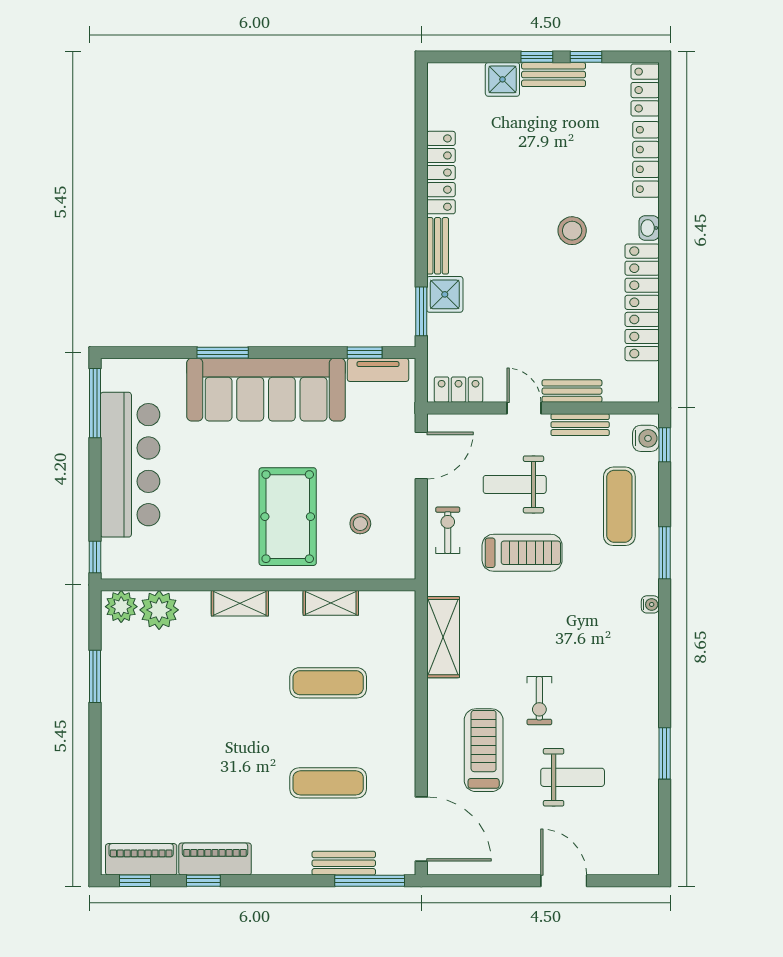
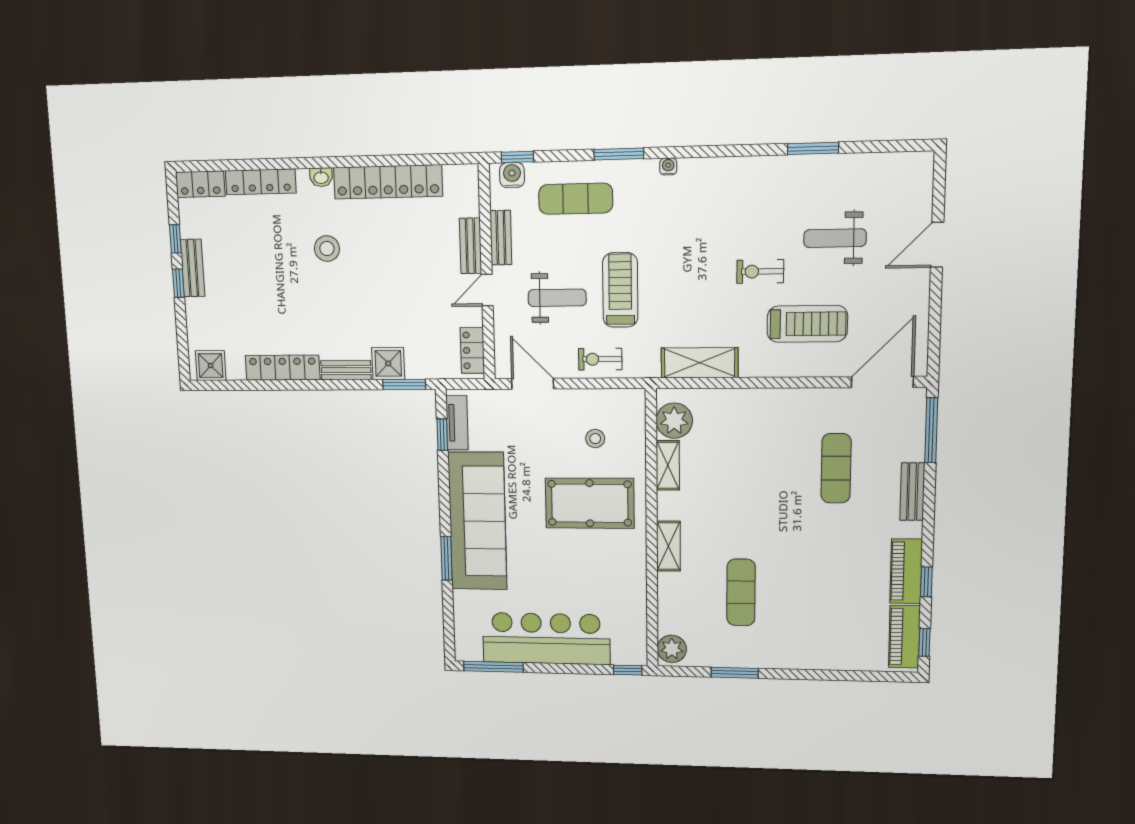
shower: (502, 79) -> (211, 366), moved
weight bench: (515, 484) -> (557, 298), turned -90
plant: (159, 610) -> (674, 421), moved
exercise mat: (328, 683) -> (741, 592), moved
exercise bike: (539, 701) -> (760, 271), turned 180
treadmill: (484, 750) -> (807, 324), turned 180
weight bench: (573, 777) -> (835, 238), turned -90
bench: (344, 863) -> (912, 492), moved

